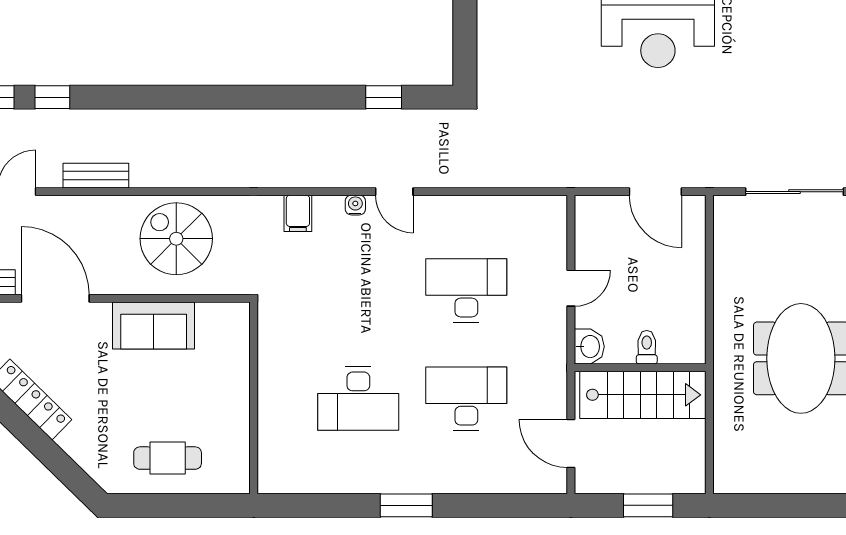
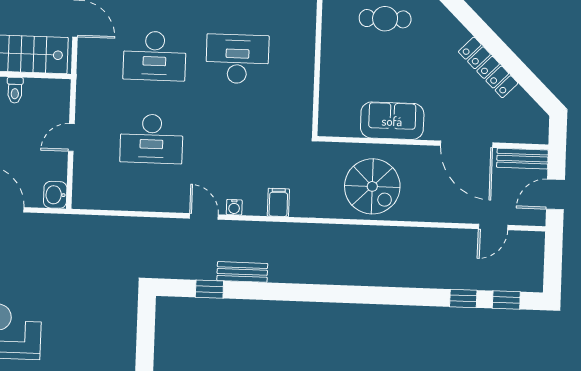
bench: (96, 176) -> (242, 272), moved
washbasin: (589, 347) -> (55, 195), moved

